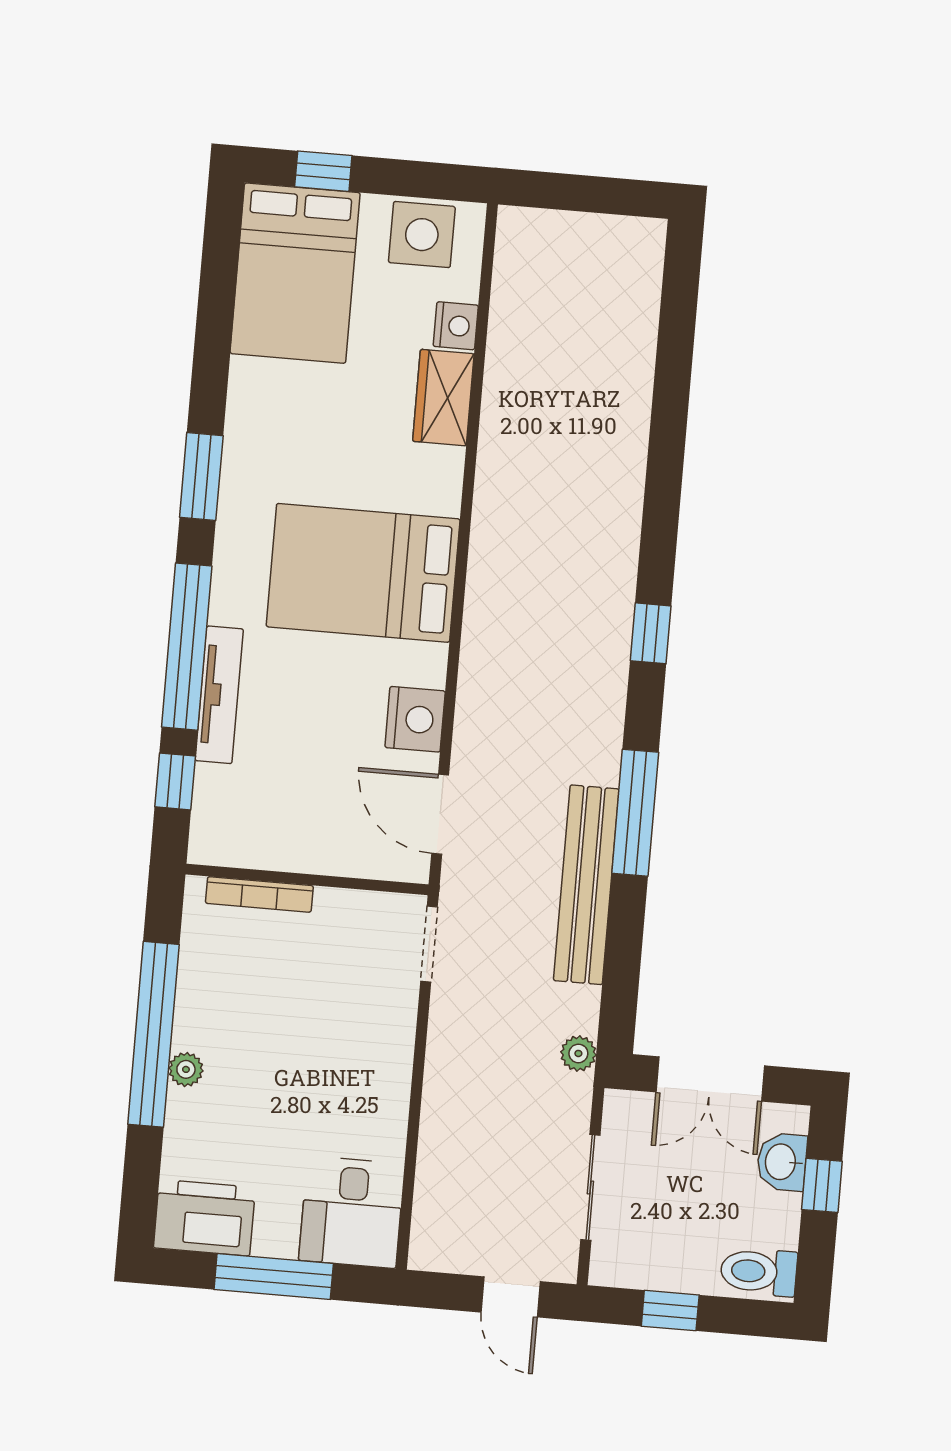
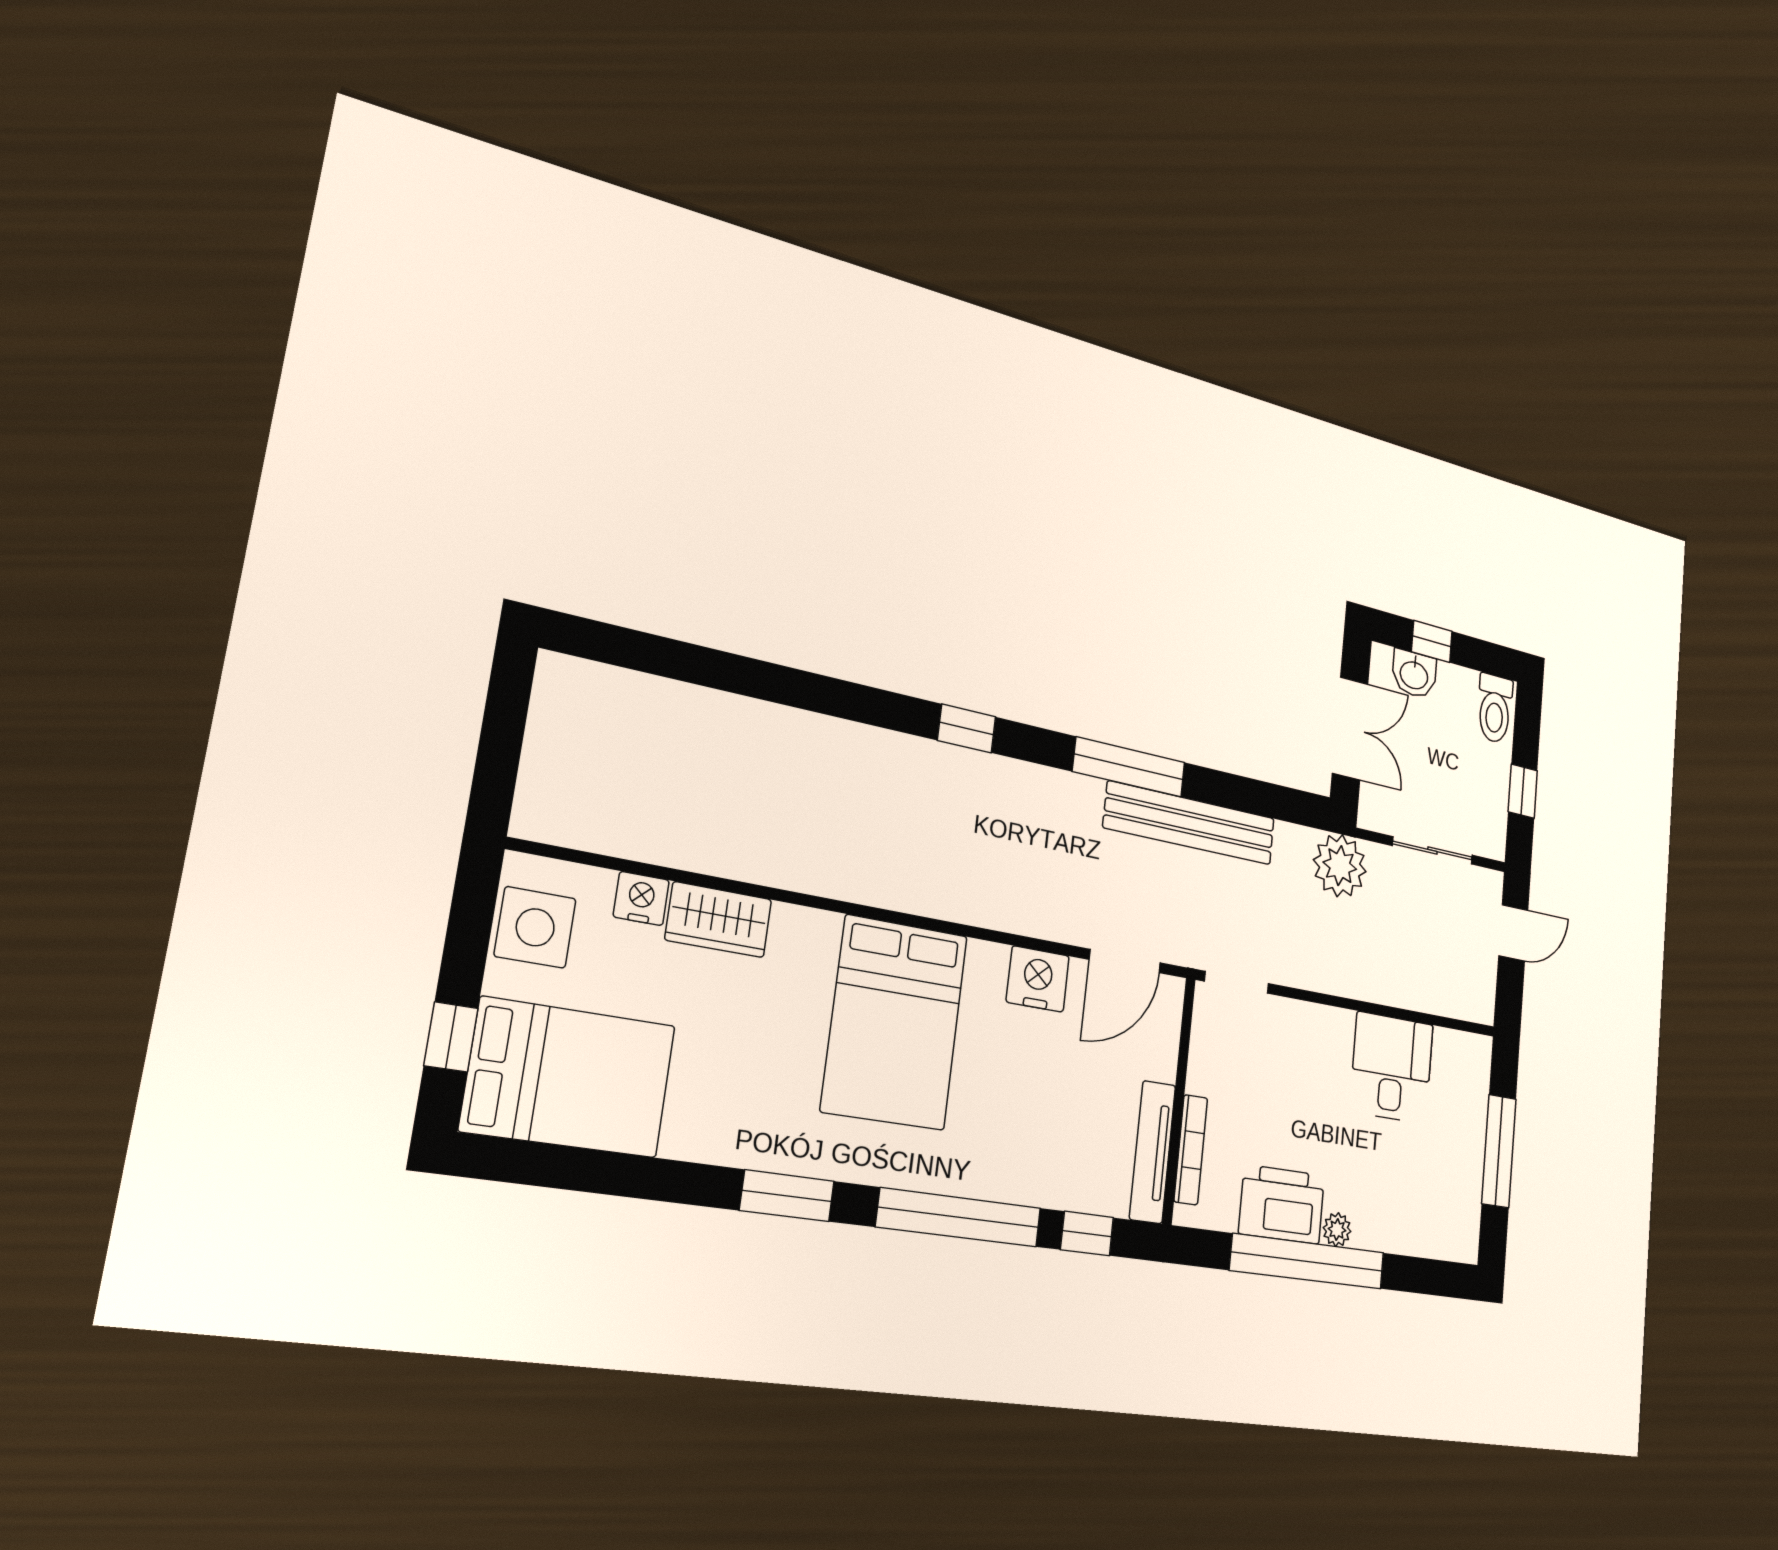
tv unit: (219, 695) -> (1153, 1152), moved, turned -90
plant: (578, 1053) -> (1340, 866), width x1.88, depth x1.88
desk: (352, 1212) -> (1392, 1068), moved, turned -90
printer: (204, 1218) -> (1282, 1204), moved, turned 90

